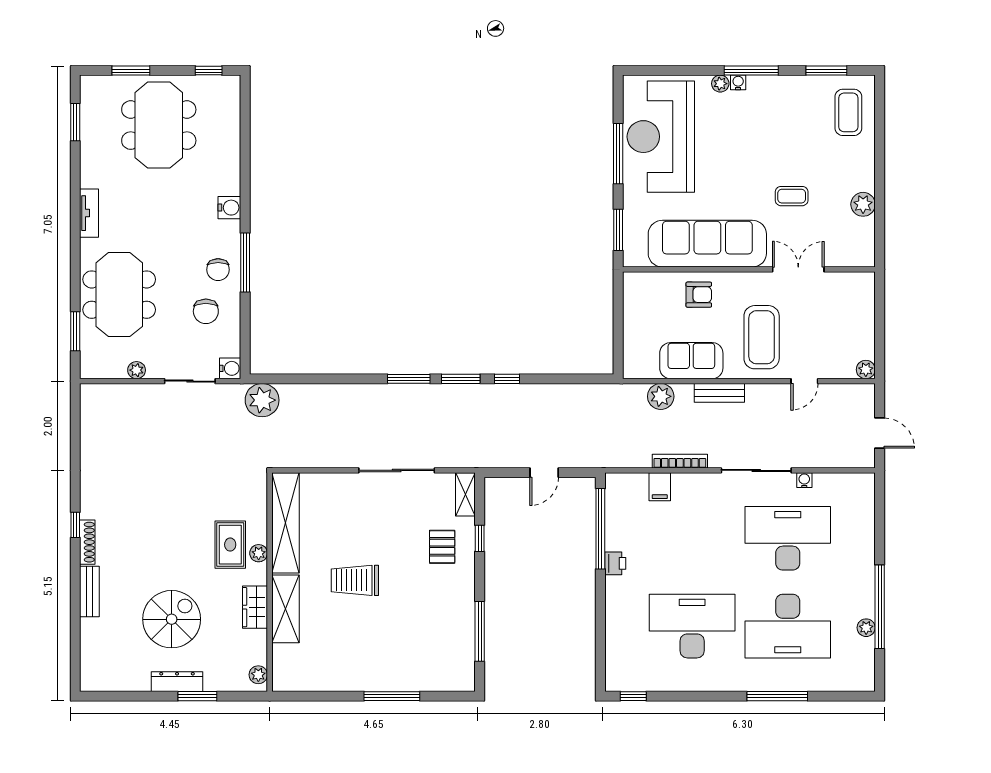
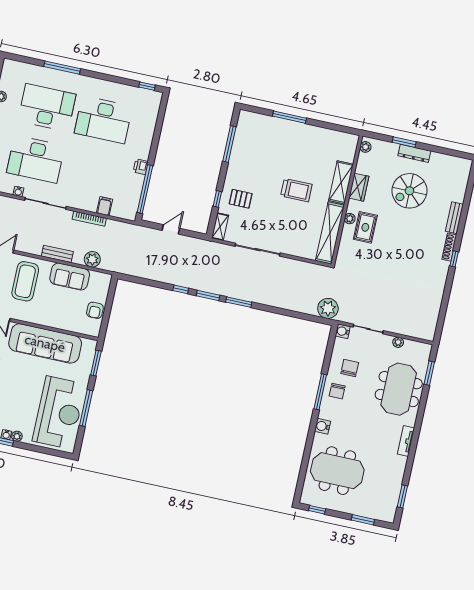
meeting table: (159, 125) -> (337, 471), moved, turned 90
chair: (218, 270) -> (337, 391), turned 180
armchair: (699, 295) -> (95, 310), moved, turned -90
pallet: (442, 547) -> (241, 199), turned 90

